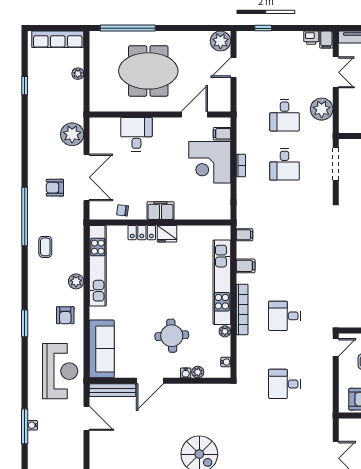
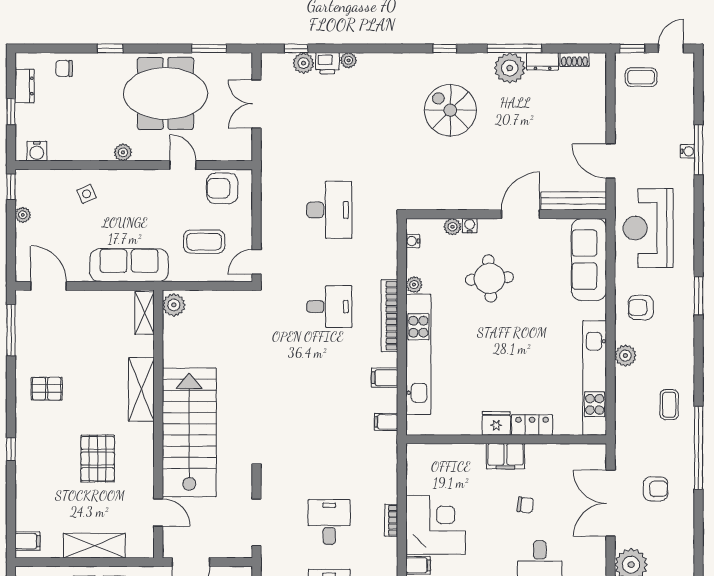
chair: (123, 210) -> (525, 505), moved
armchair: (65, 315) -> (641, 308), turned -90
desk: (285, 384) -> (329, 210), width x1.37

